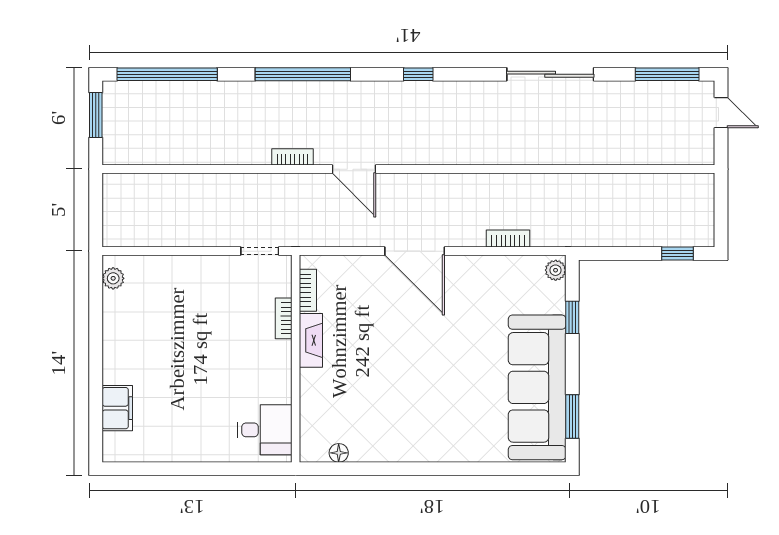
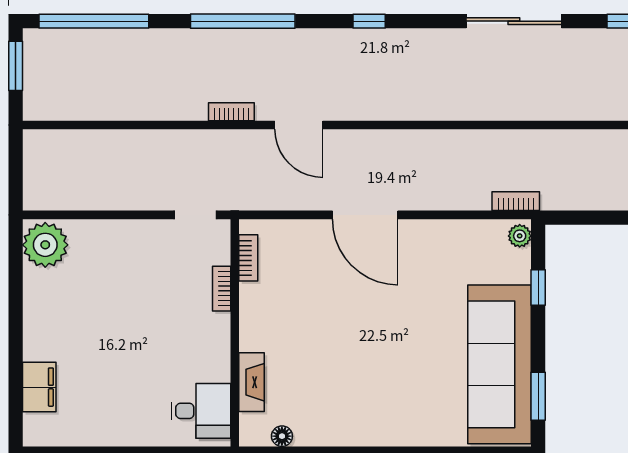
bookcase: (508, 239) -> (516, 201), moved
plant: (113, 278) -> (45, 245), width x1.88, depth x1.88
fireplace: (311, 340) -> (252, 382), moved

